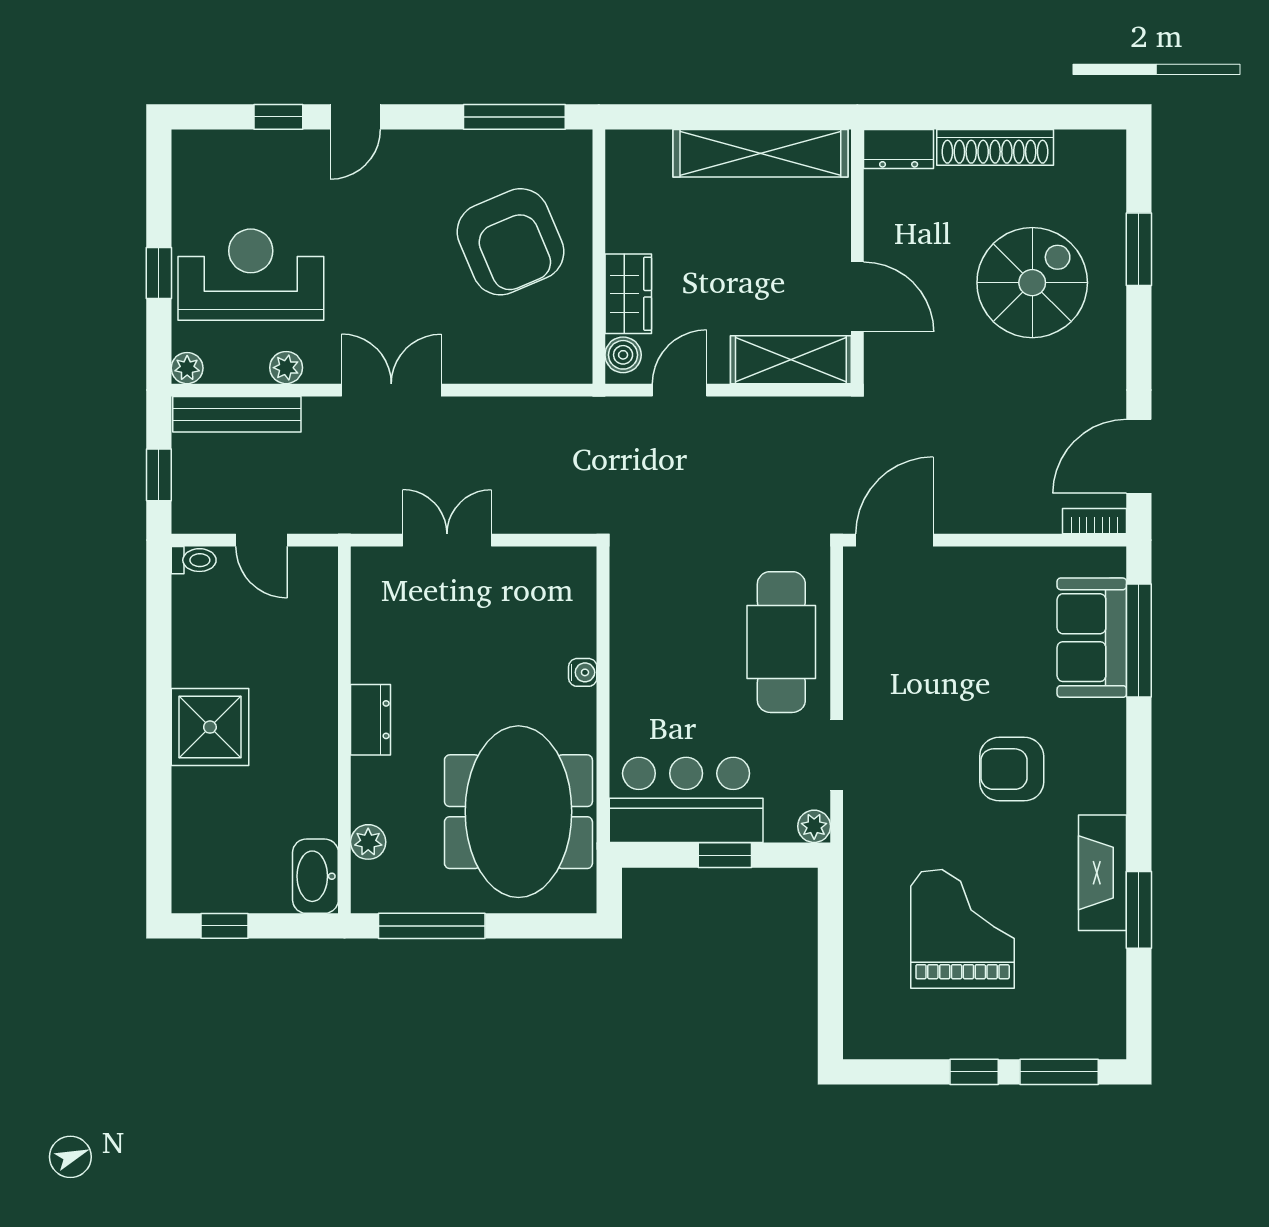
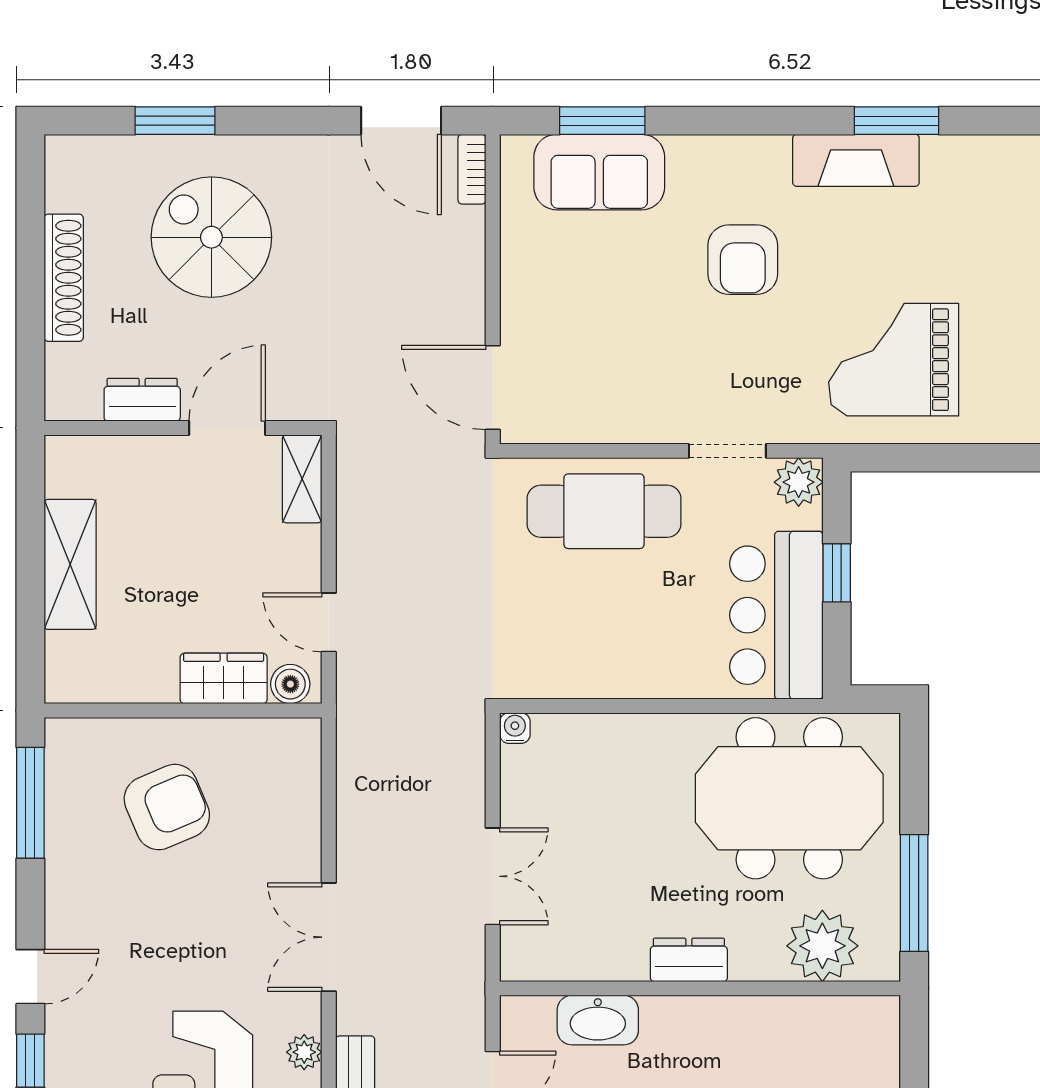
door: (355, 117) -> (30, 977), hinge flipped
dresser: (899, 149) -> (142, 400), moved, turned -90
shelving: (760, 153) -> (70, 564), width x0.68
armchair: (510, 242) -> (167, 807), width x0.73, depth x0.73
shelving: (791, 360) -> (302, 479), width x0.67, depth x0.75
double door: (447, 540) -> (493, 876), swing flipped
window: (1139, 640) -> (602, 121), width x0.69
water cooler: (583, 672) -> (515, 728), moved
plant: (814, 826) -> (799, 482), width x1.38, depth x1.38
plant: (368, 842) -> (822, 946), width x1.87, depth x1.87
washbasin: (315, 876) -> (598, 1020), moved
grand piano: (963, 929) -> (894, 360), moved

